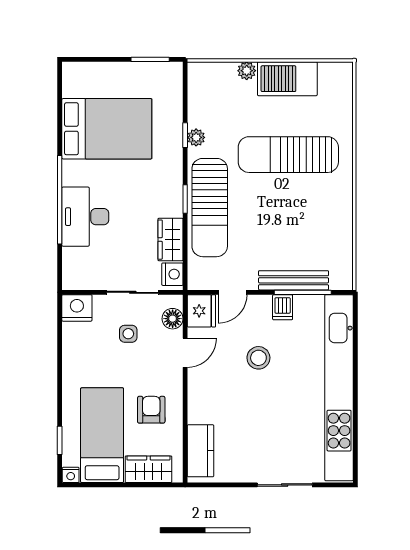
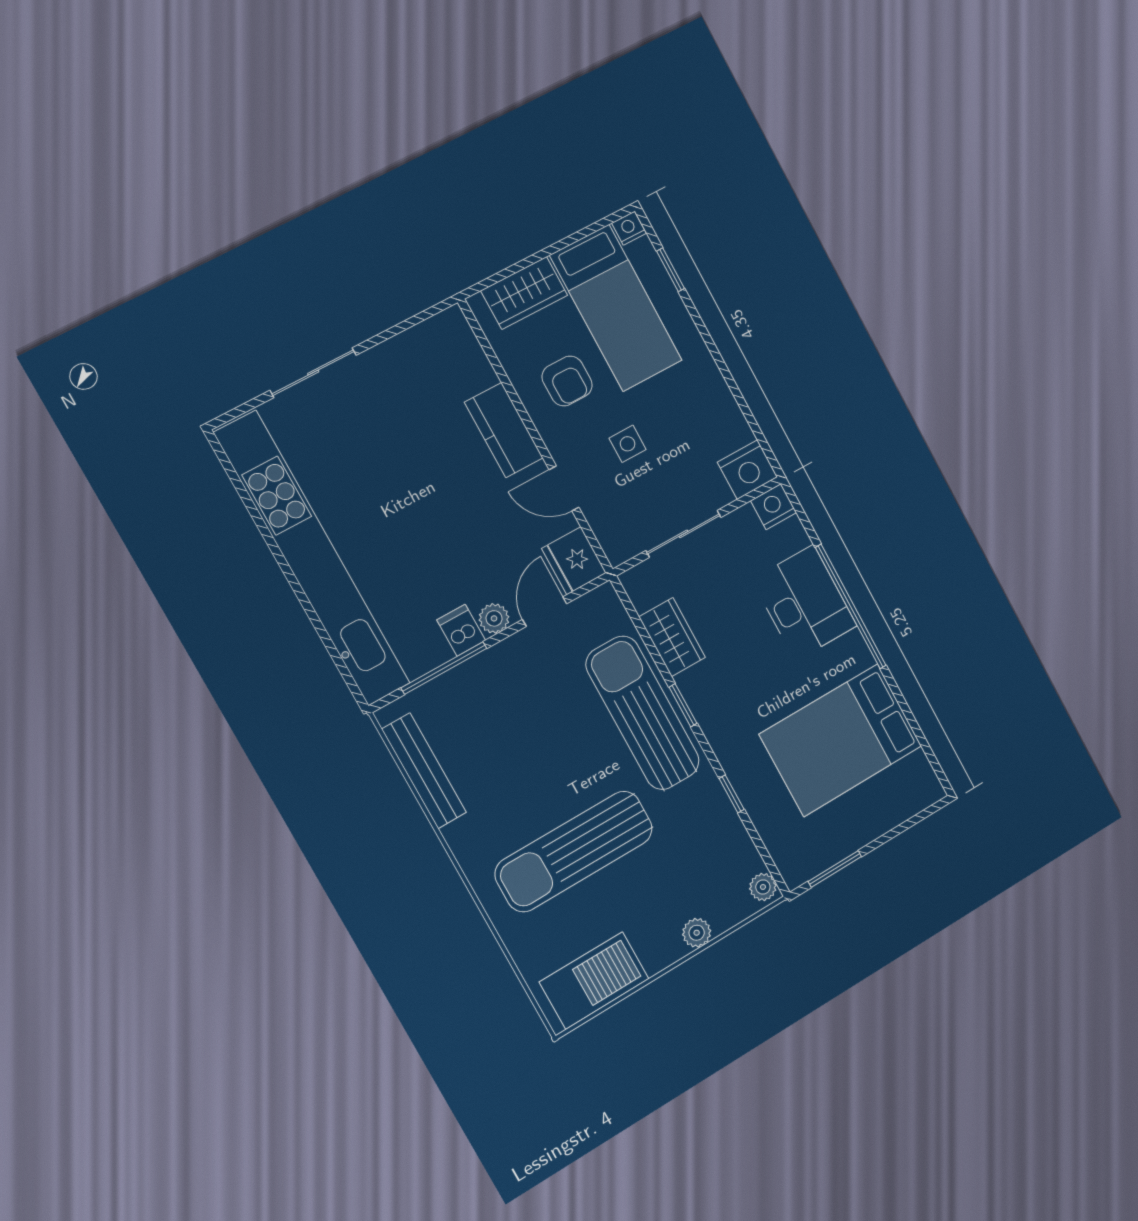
barbecue: (287, 79) -> (594, 980), moved
plant: (196, 137) -> (763, 887), moved
sun lounger: (288, 155) -> (574, 851), turned 180
nightstand: (172, 274) -> (773, 507), moved, turned 90
bench: (294, 280) -> (424, 771), moved, turned 90
plant: (262, 304) -> (494, 618), added
floor lamp: (173, 319) -> (608, 527), removed
side table: (128, 334) -> (628, 444), moved
door: (185, 353) -> (564, 488), hinge flipped
stool: (258, 358) -> (455, 538), removed
kitchen counter: (200, 451) -> (504, 430), moved

